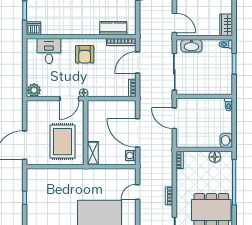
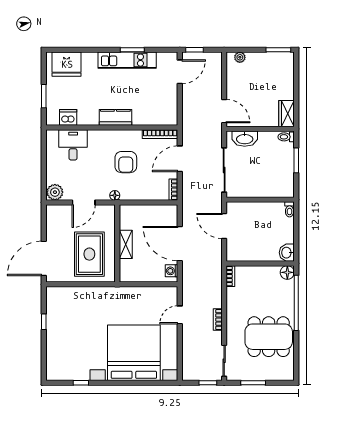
dishwasher: (34, 28) -> (68, 117), moved
kitchen counter: (113, 28) -> (115, 117), moved
armchair: (85, 54) -> (126, 162), moved
door: (69, 99) -> (84, 202), moved
shelving: (93, 153) -> (126, 244), moved
floor lamp: (215, 157) -> (287, 272), moved

